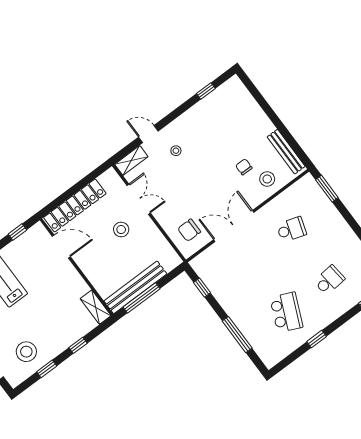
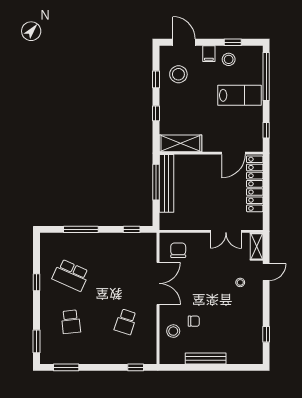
bench: (286, 152) -> (206, 358), moved
window: (327, 189) -> (136, 367), width x0.67
stool: (121, 230) -> (214, 203), removed
shelving: (96, 307) -> (180, 143), width x1.50, depth x1.33

